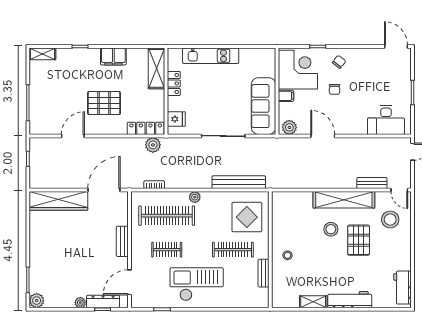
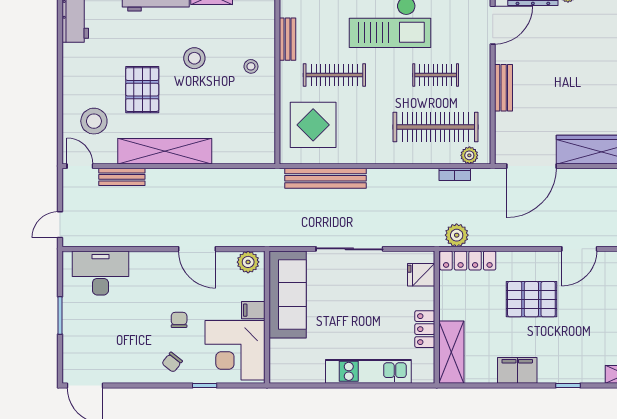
plant: (195, 197) -> (469, 155), moved
stool: (331, 229) -> (194, 58), moved

